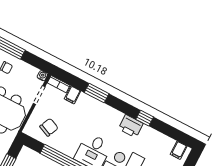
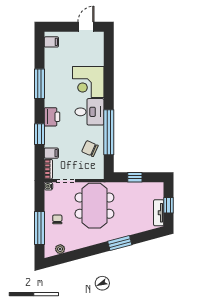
window: (145, 118) -> (39, 84), width x2.17
printer: (131, 126) -> (52, 117), moved
chair: (49, 127) -> (90, 149), moved

